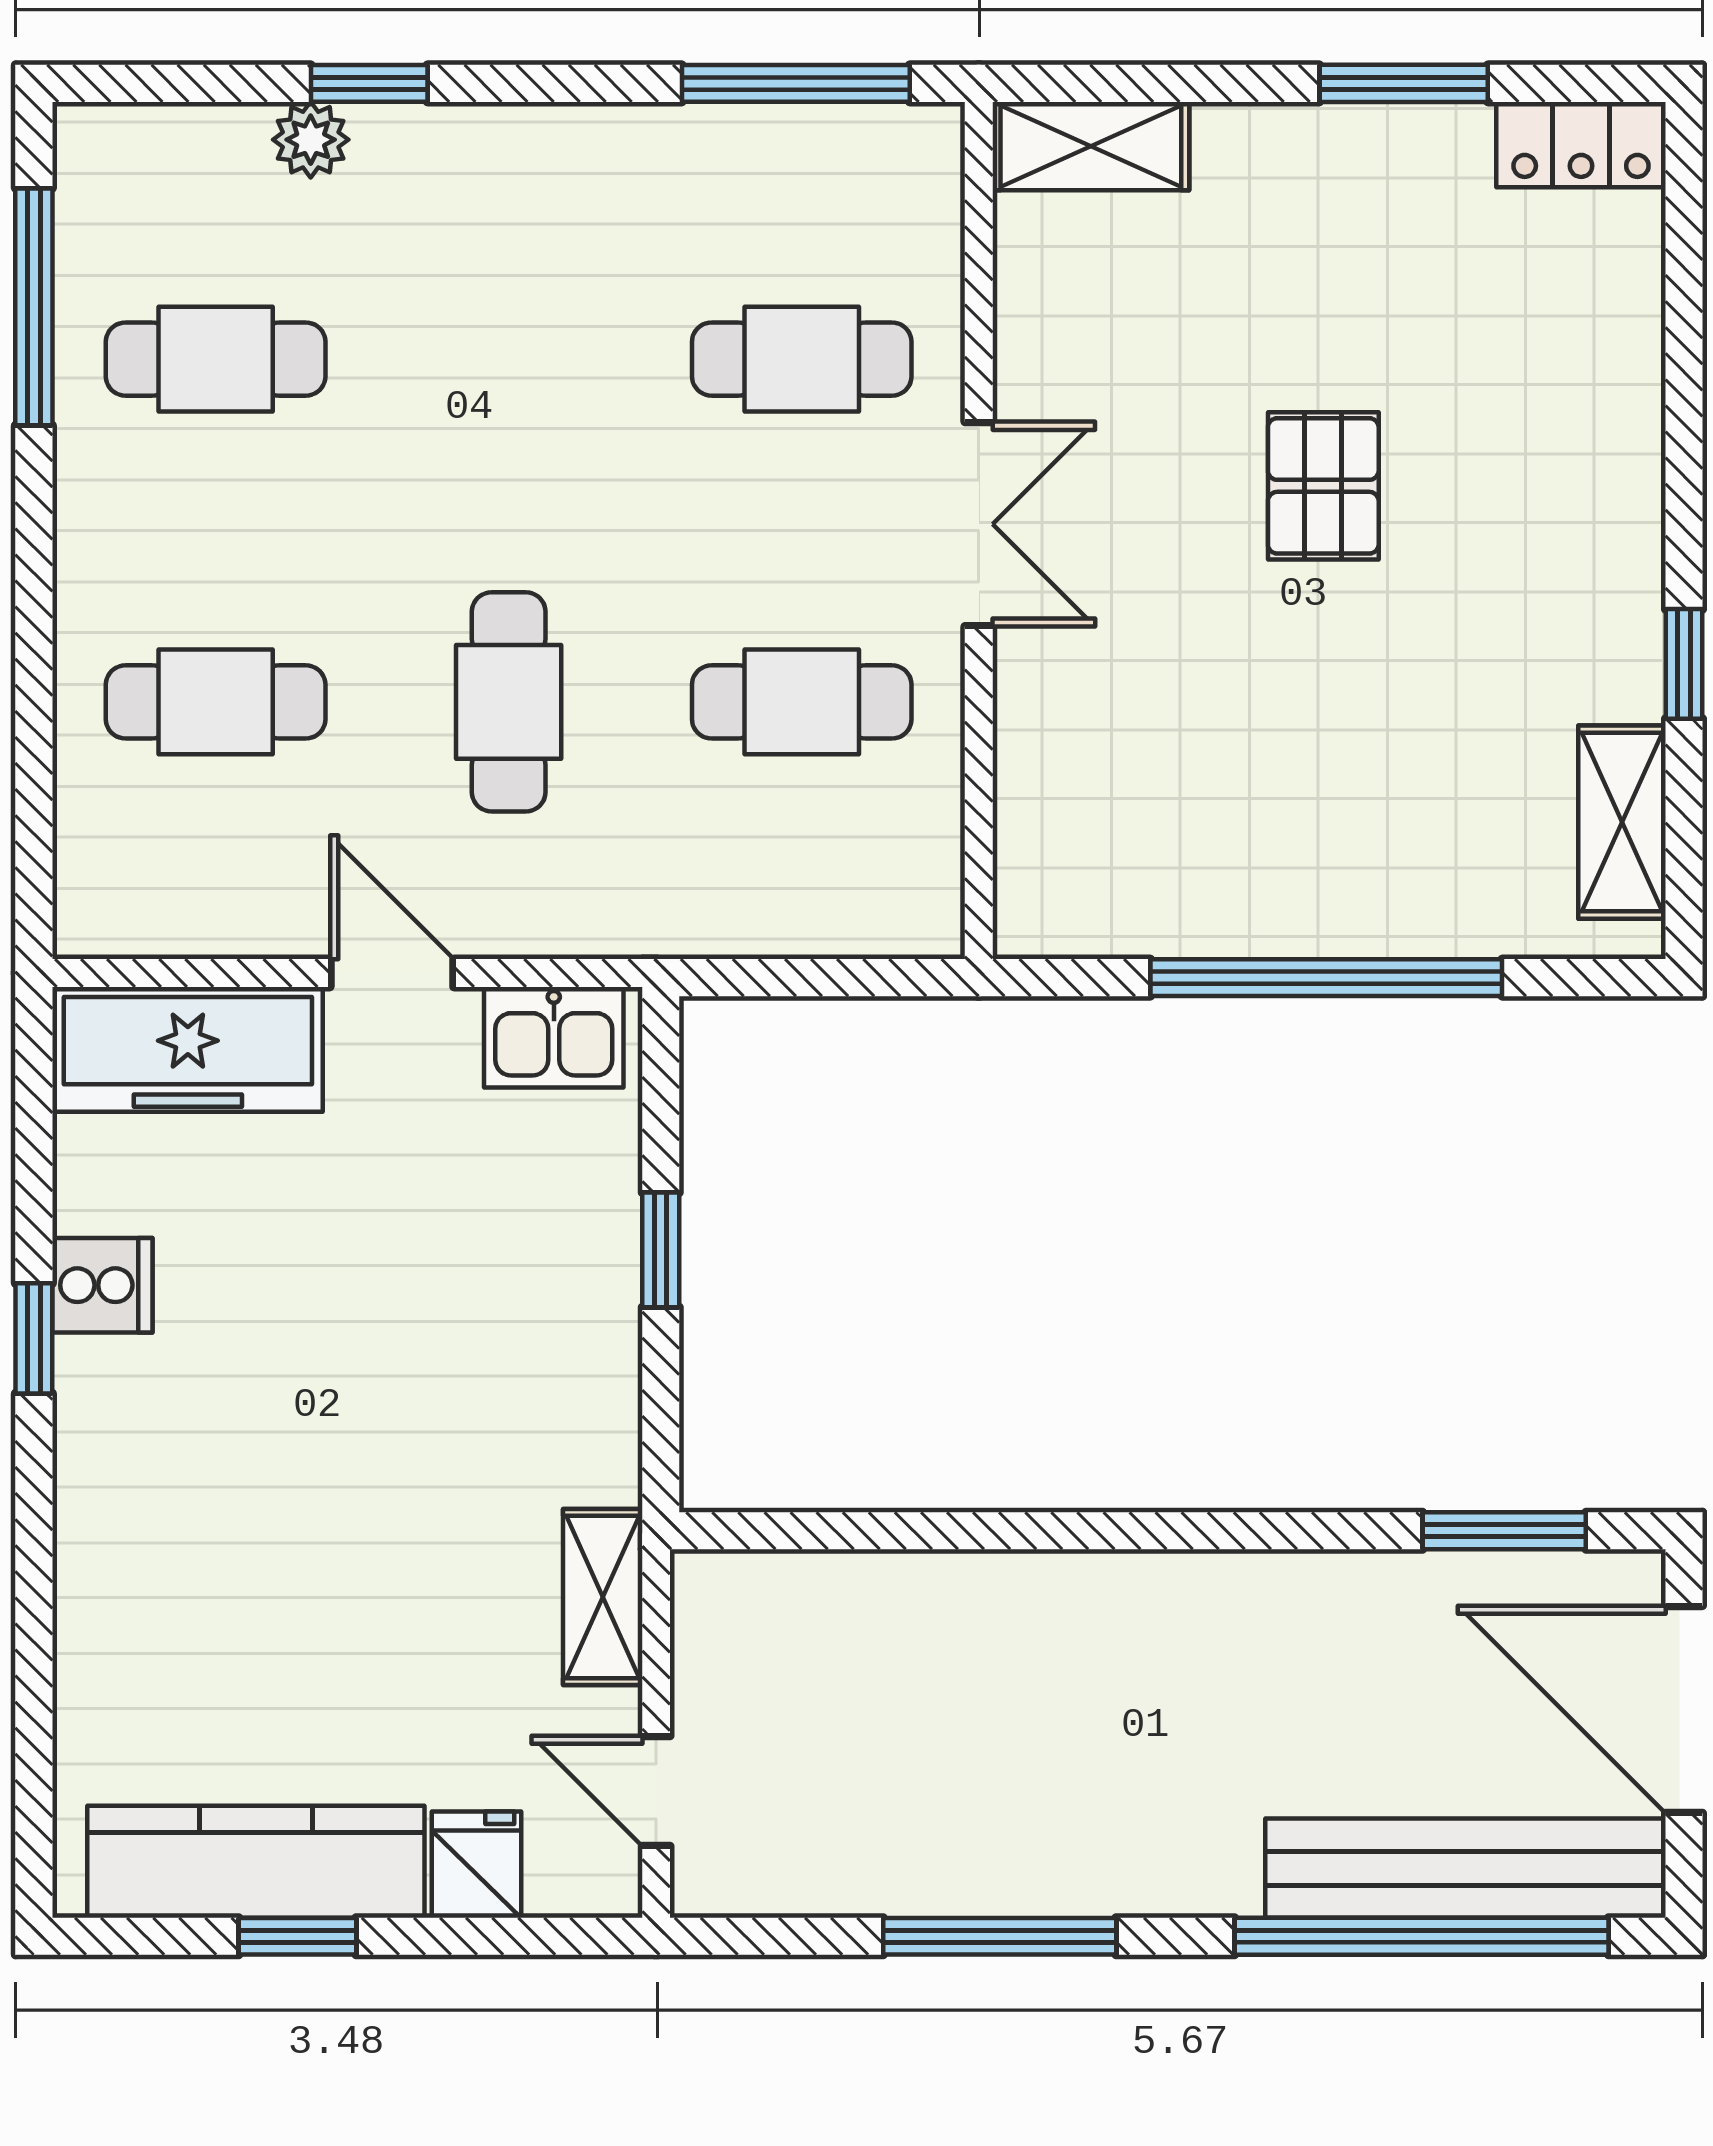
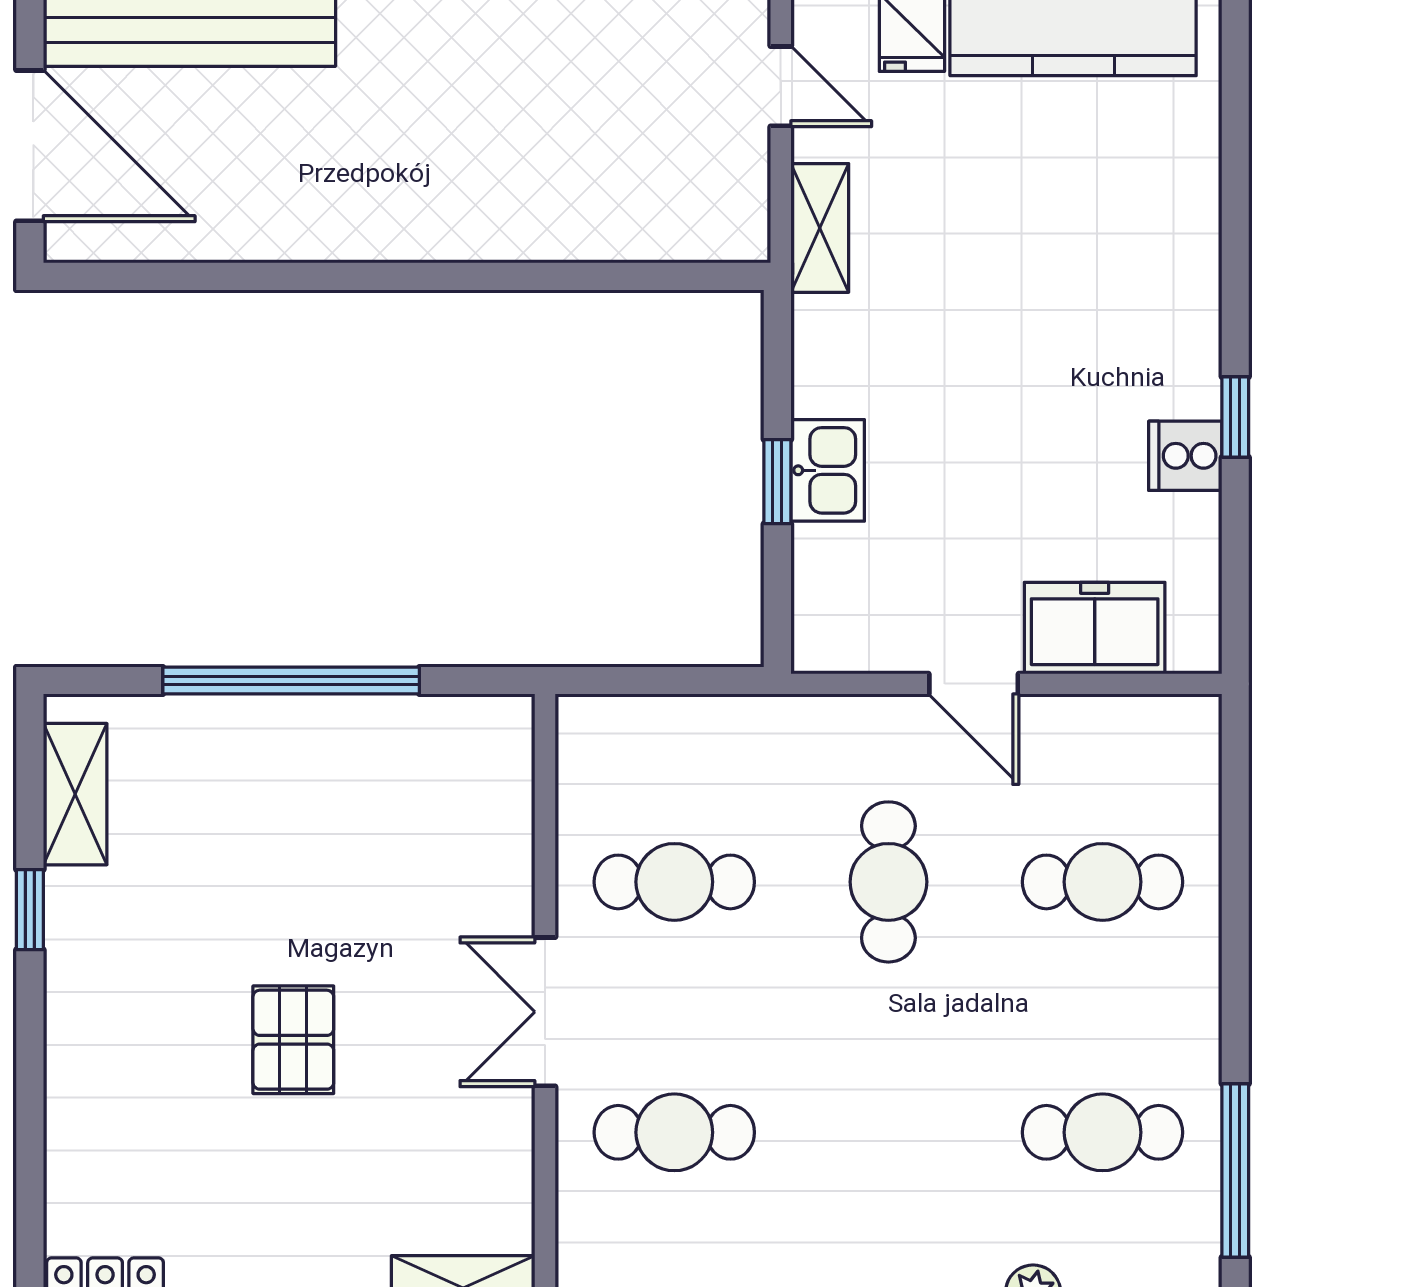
kitchen sink: (554, 1037) -> (828, 470), moved, turned 90
freezer: (188, 1049) -> (1095, 628), width x0.71
window: (1504, 1531) -> (161, 276), removed

